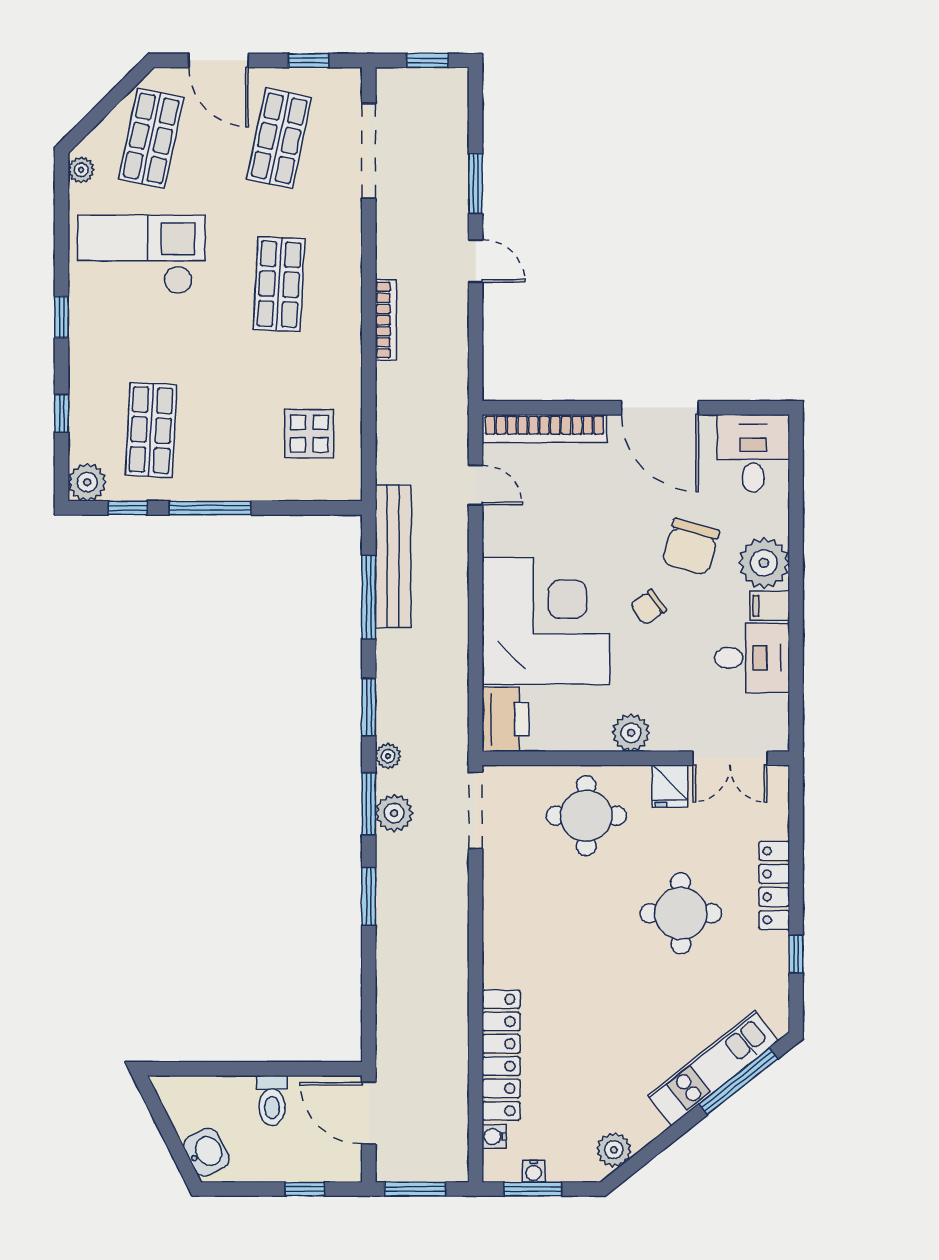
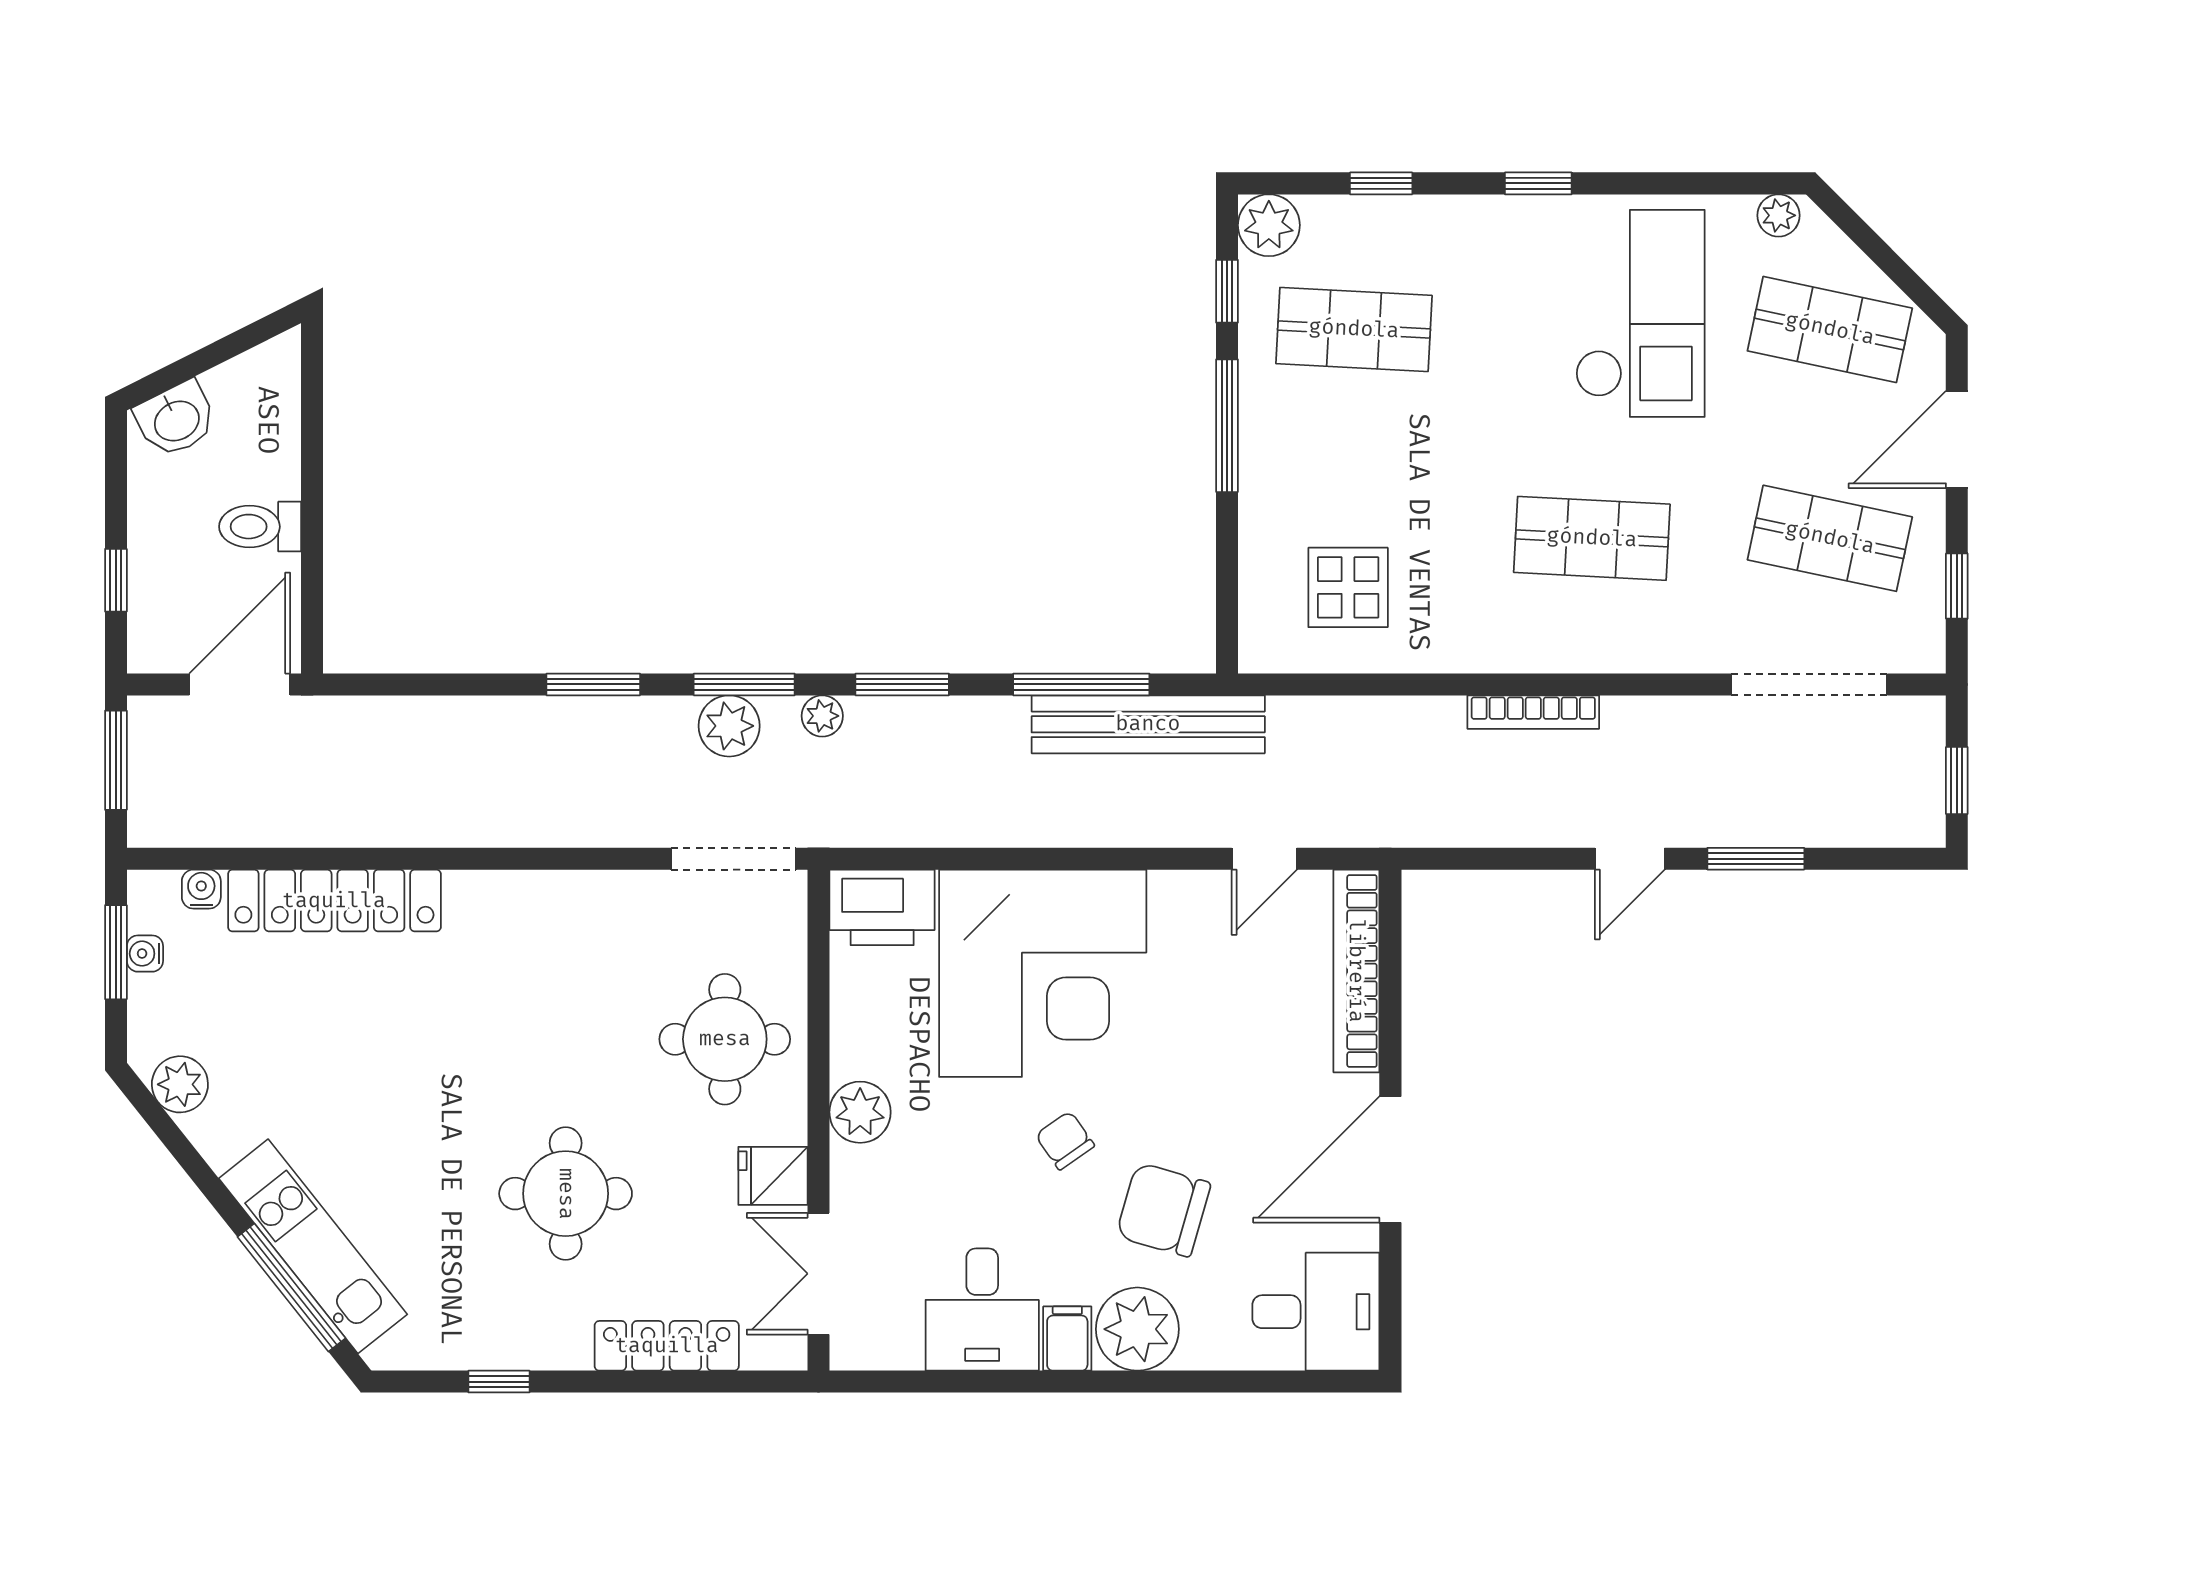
locker: (774, 885) -> (667, 1346), moved

